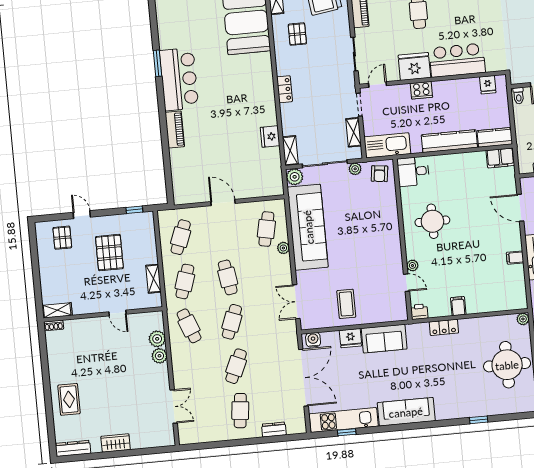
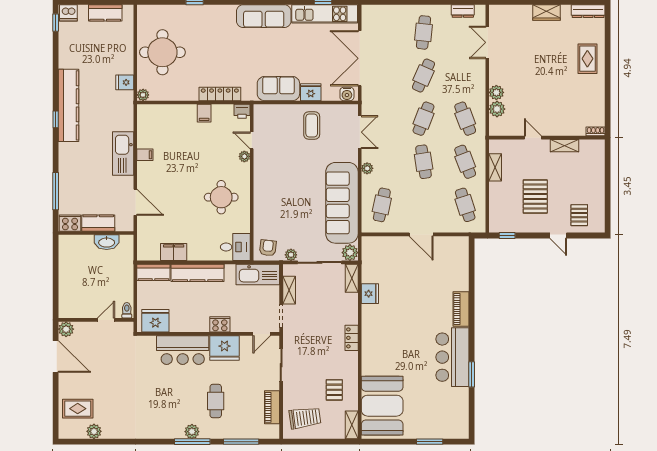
fridge: (488, 85) -> (155, 321), width x1.88, depth x1.34
filing cabinet: (500, 158) -> (174, 252), moved
cafe table: (181, 237) -> (465, 205), turned -39
plant: (283, 248) -> (367, 168), moved
cafe table: (185, 281) -> (465, 162), turned -39
shelving: (57, 310) -> (565, 146), moved
locker: (444, 327) -> (220, 94), width x1.53
dresser: (274, 430) -> (463, 11), moved

